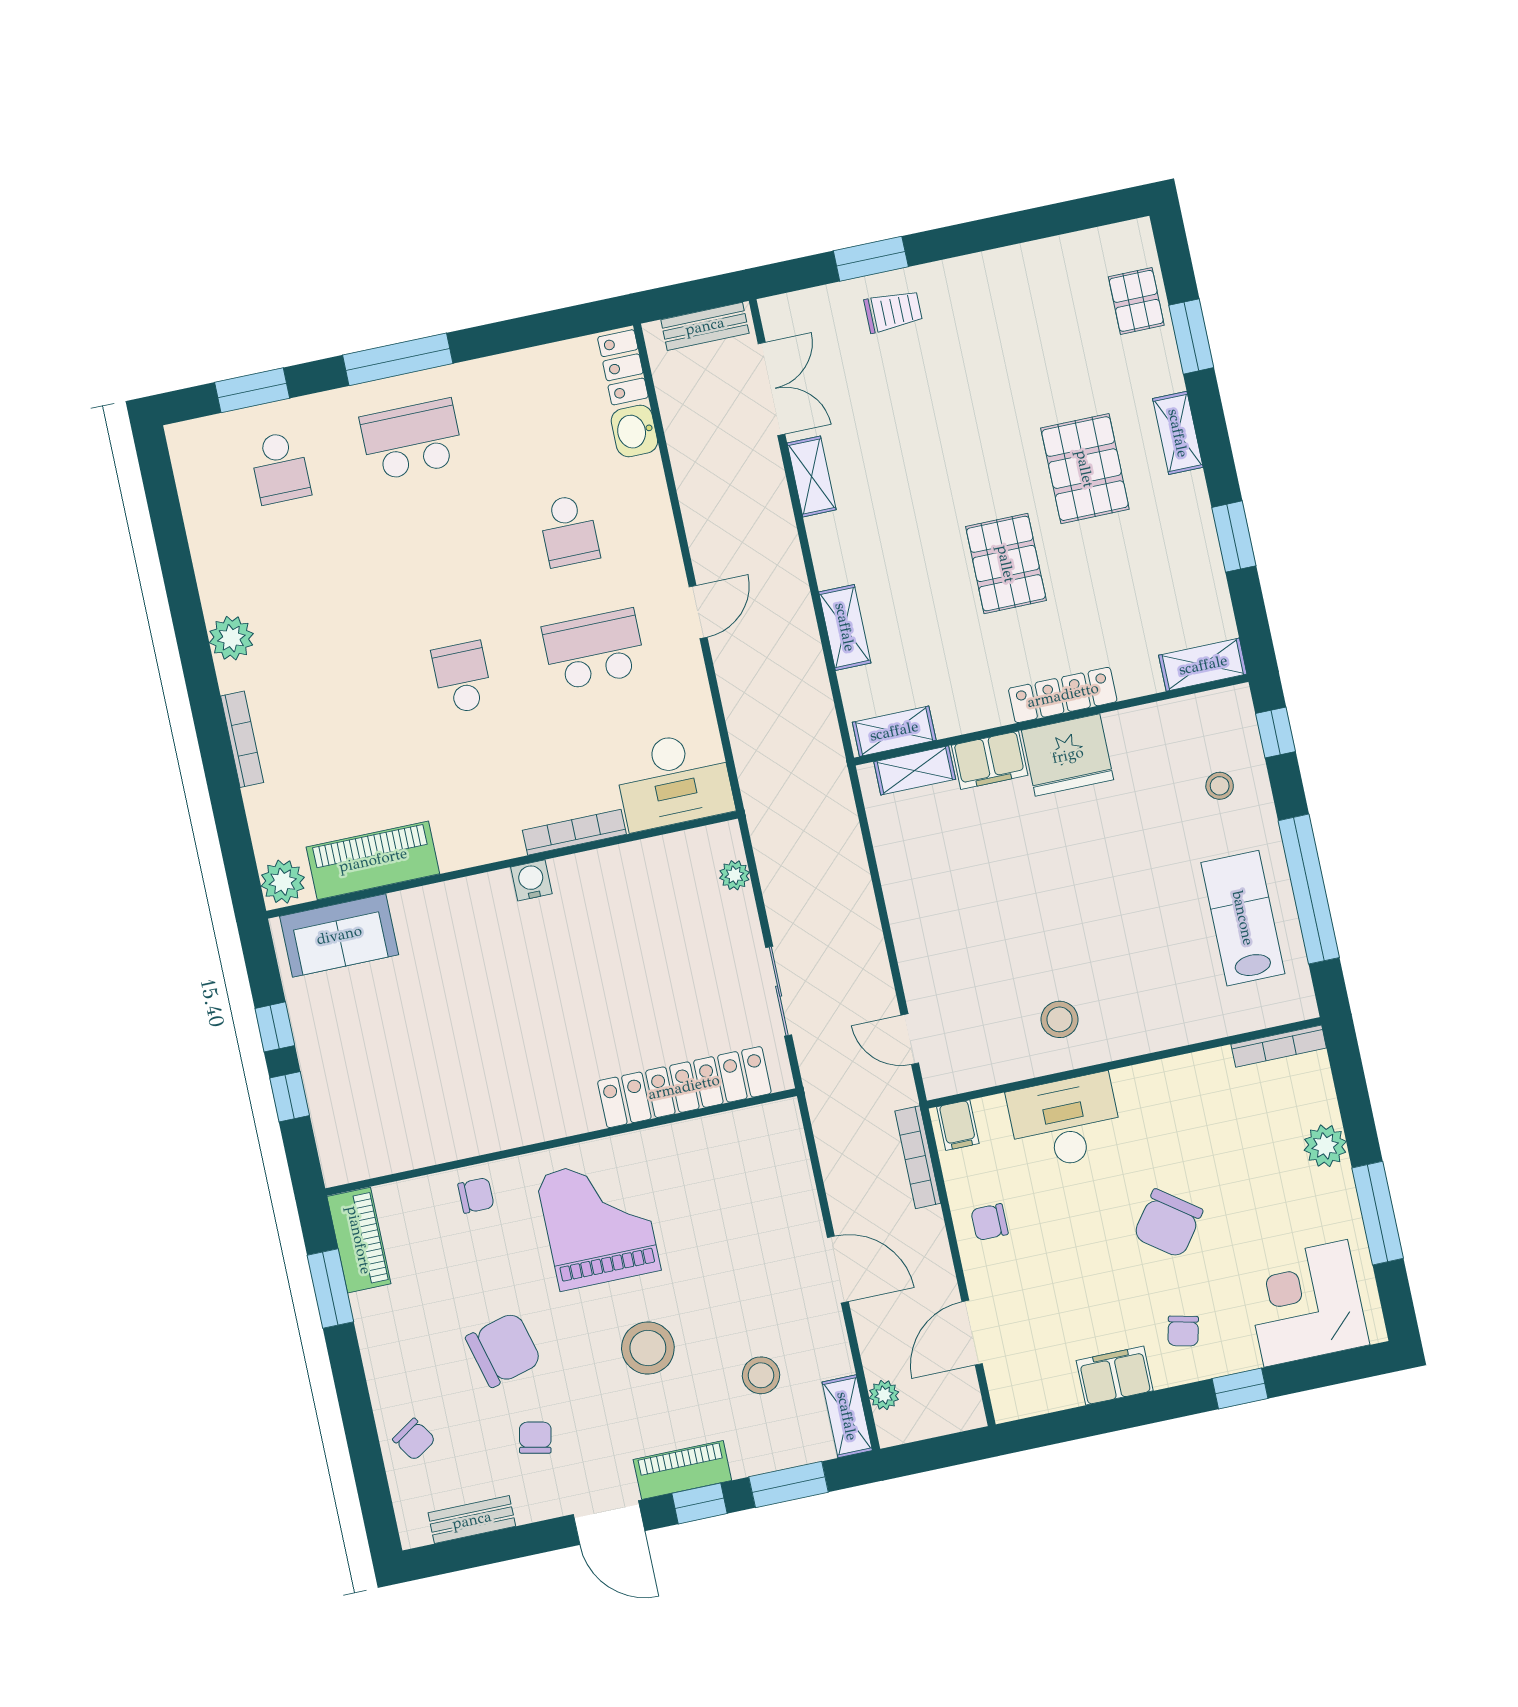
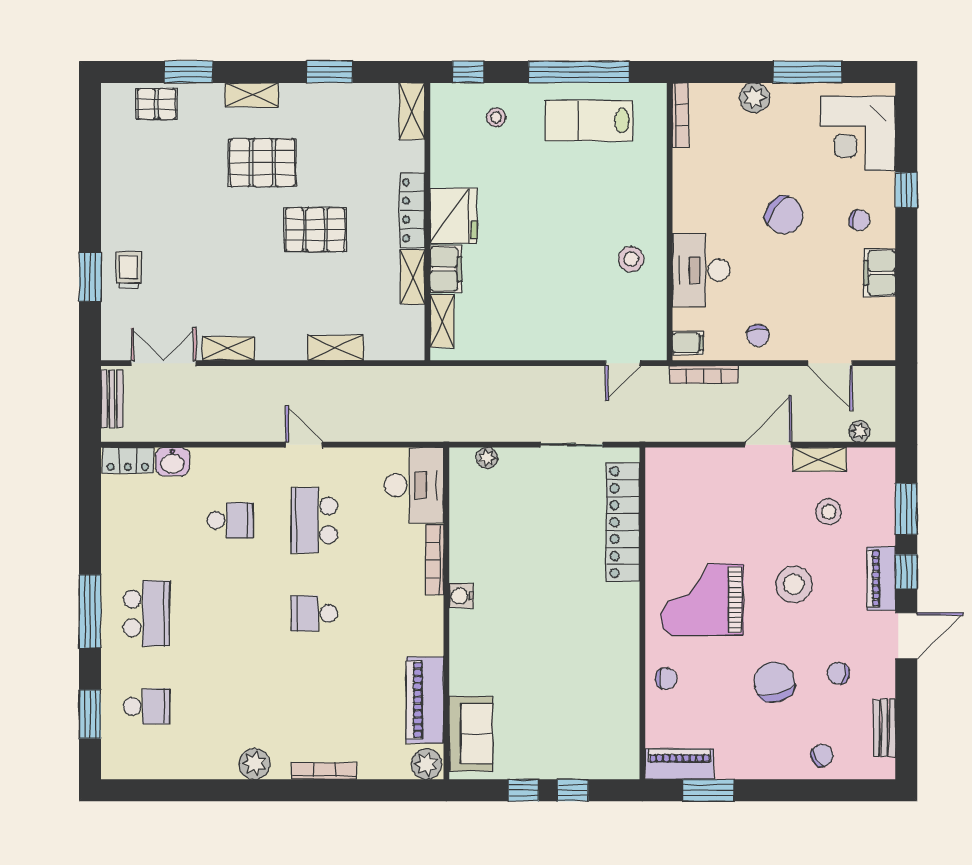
school desk: (412, 440) -> (146, 613), turned 180
shelving: (894, 731) -> (413, 277), moved
chair: (476, 1195) -> (666, 679), turned 90
shelving: (847, 1416) -> (819, 459), moved

